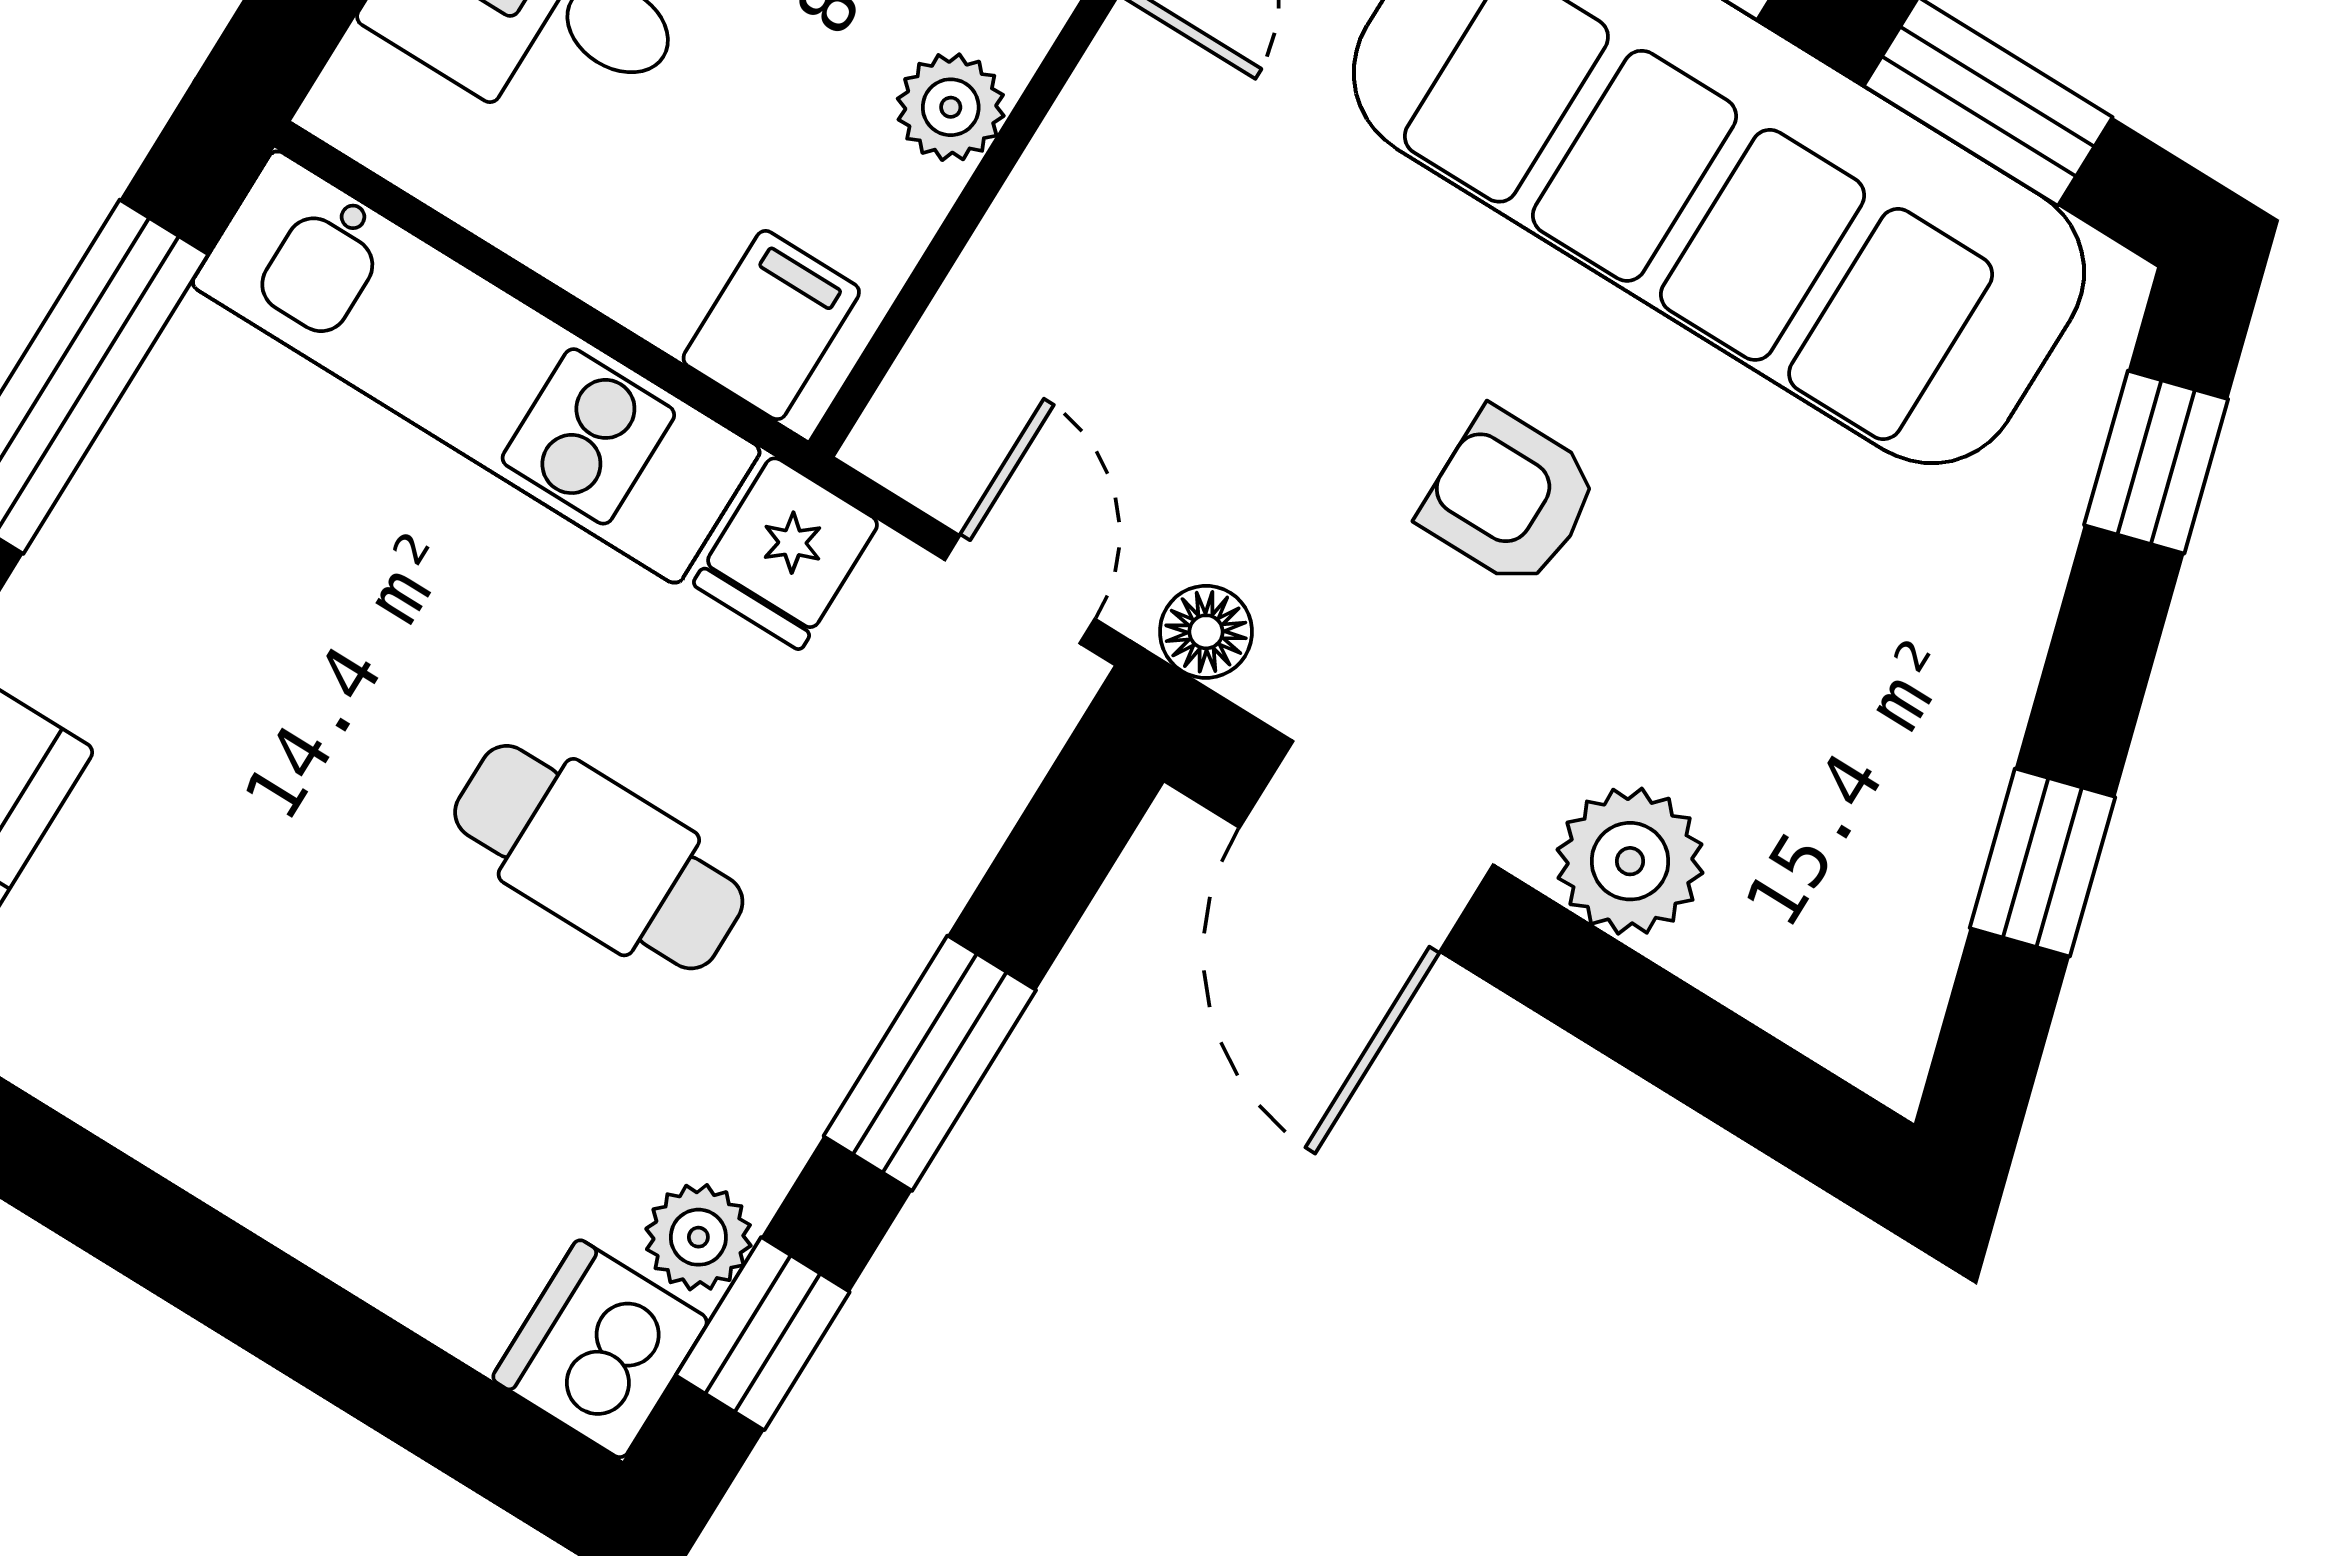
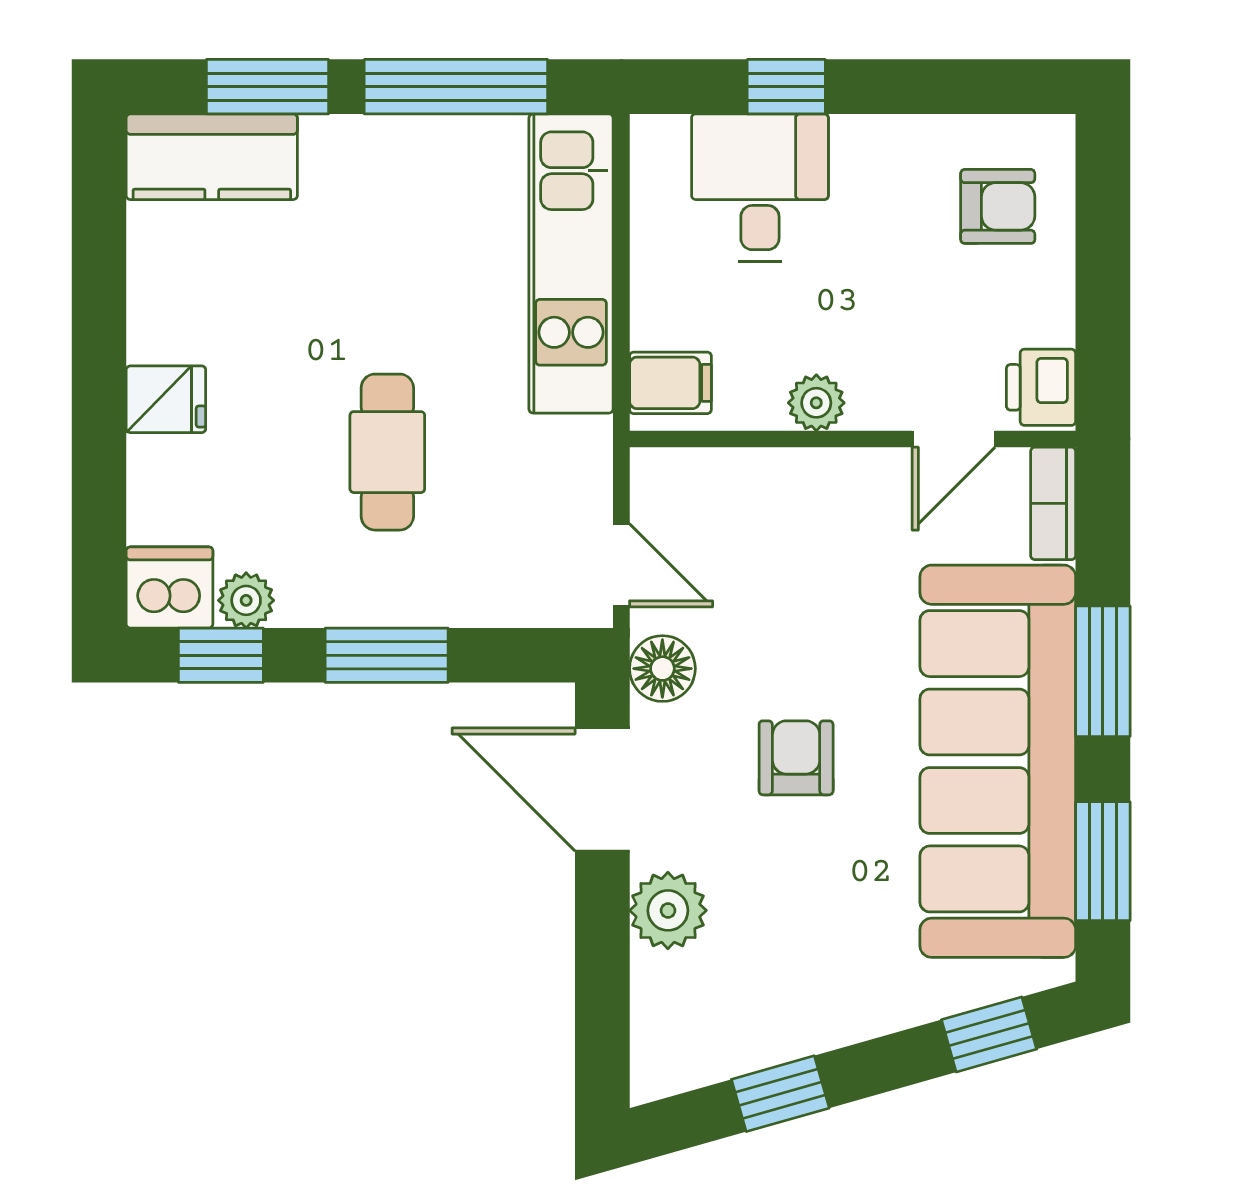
fridge: (786, 553) -> (166, 399), moved, turned 180
door: (1020, 589) -> (621, 565), hinge flipped
floor lamp: (1206, 632) -> (662, 669), width x1.37, depth x1.37
door: (1366, 846) -> (602, 789), hinge flipped

